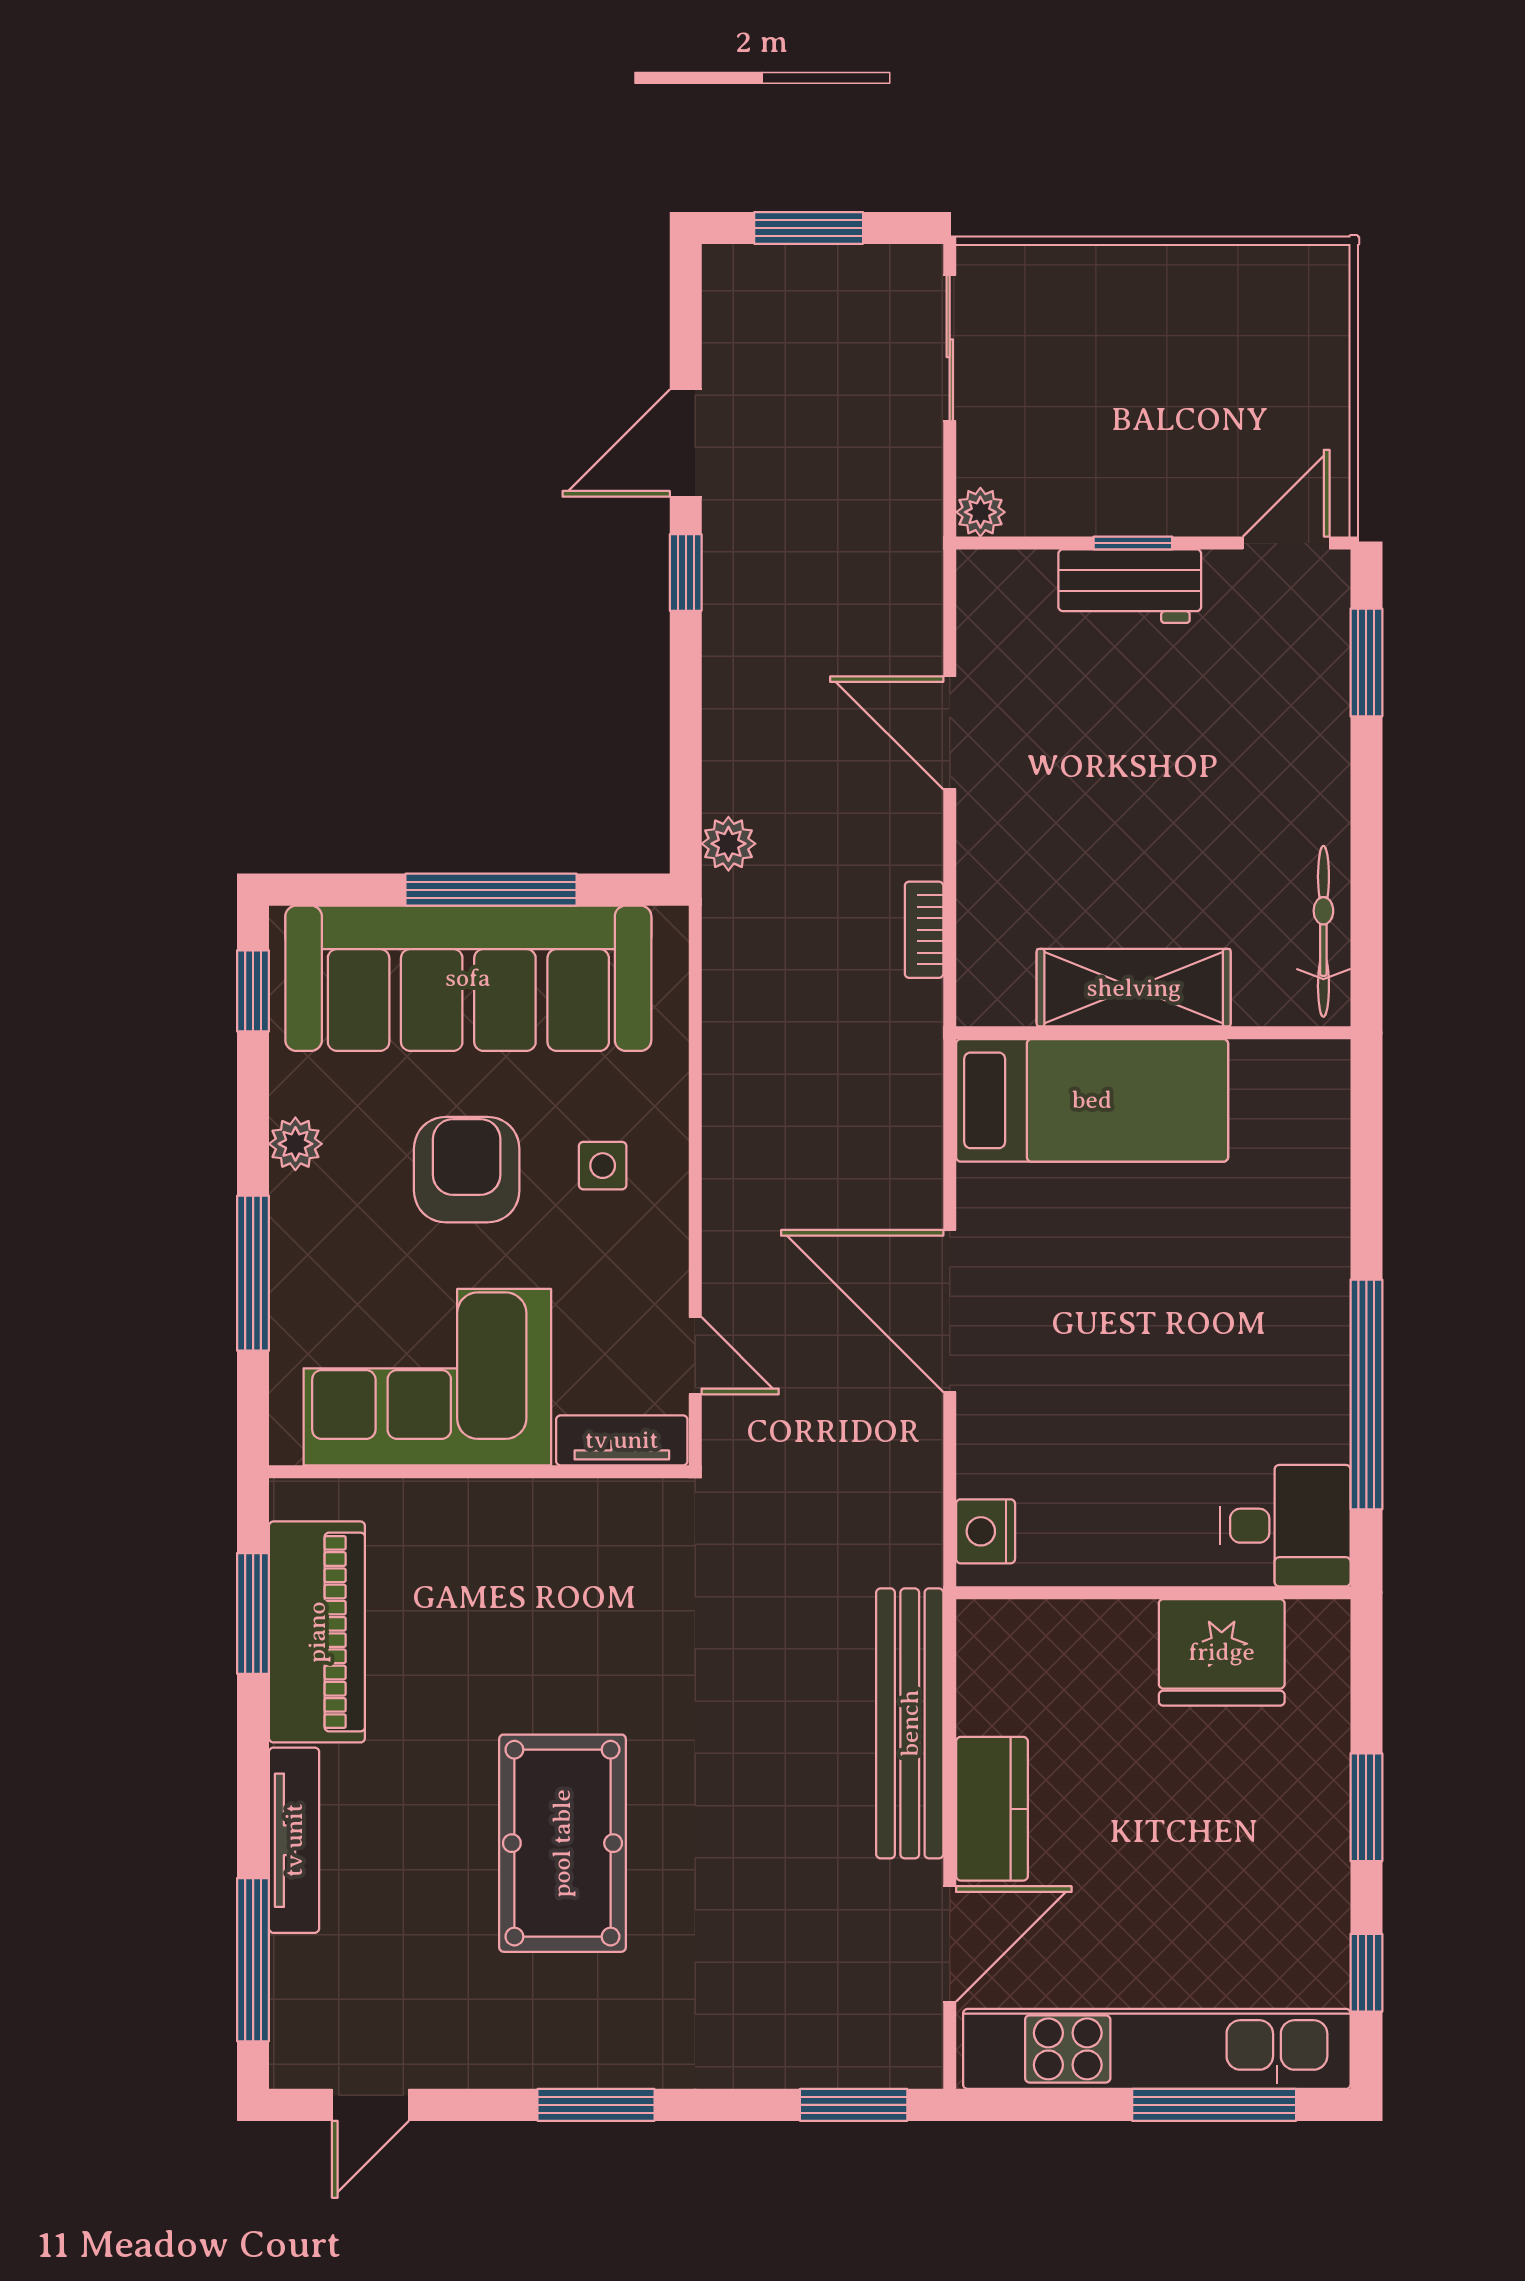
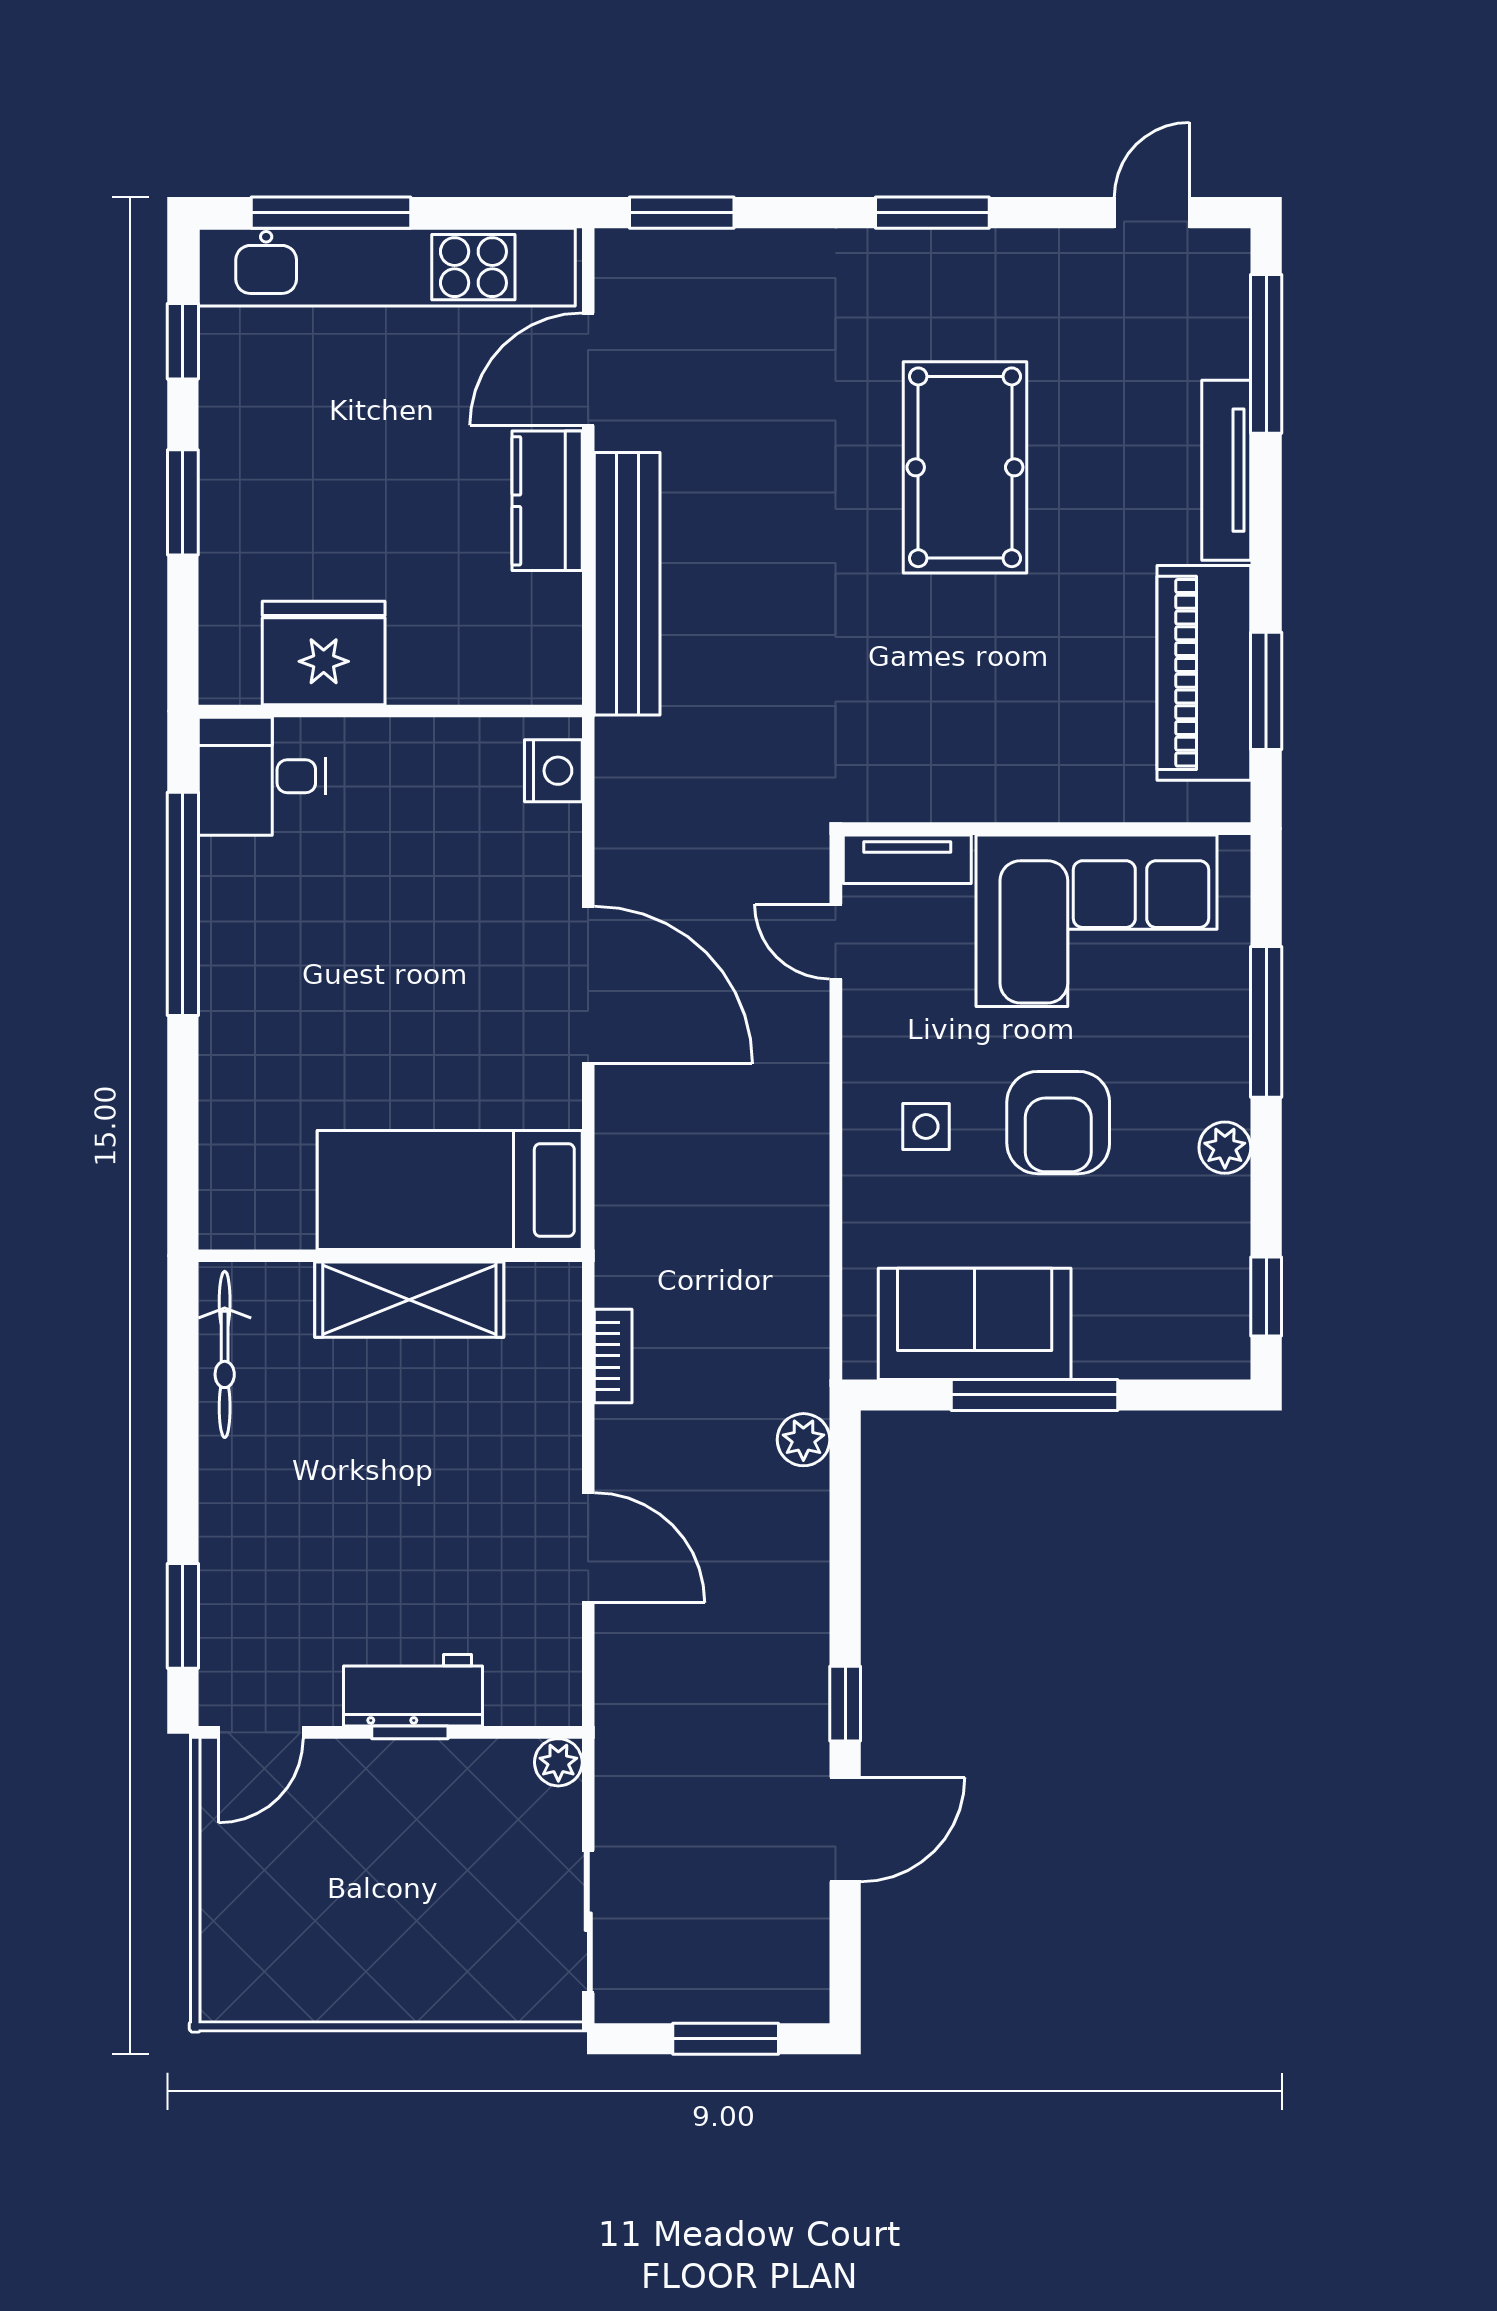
sofa: (468, 978) -> (975, 1324), width x0.54, depth x0.79

